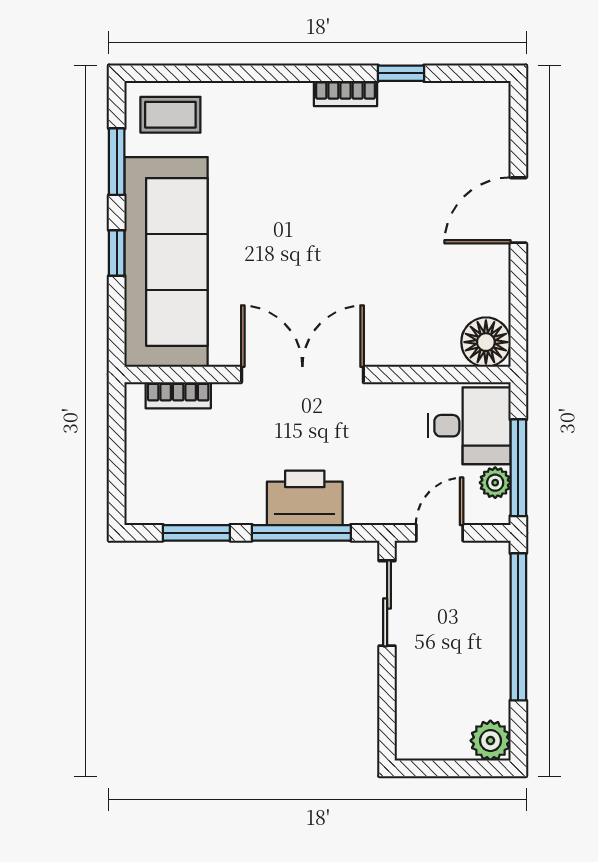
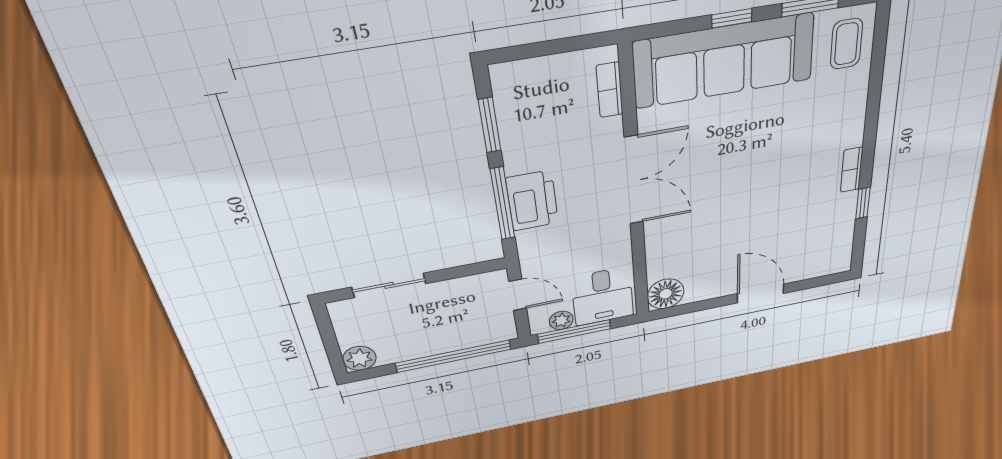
sliding door: (387, 603) -> (389, 285), moved

